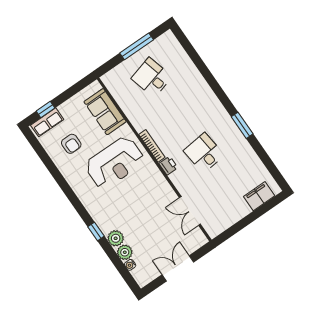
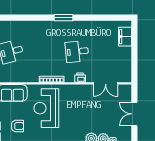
window: (242, 125) -> (63, 18), moved
reception desk: (115, 163) -> (46, 108), turned 180
printer: (168, 166) -> (80, 78), moved

